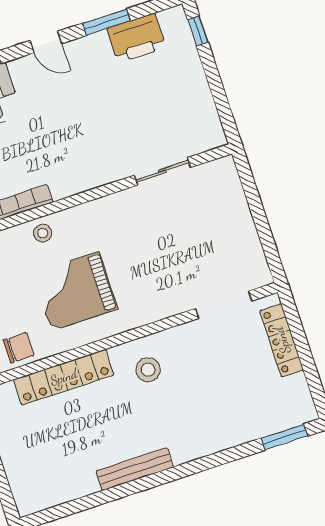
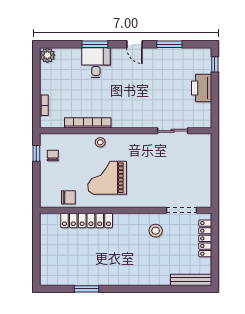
printer: (136, 38) -> (202, 88), moved, turned 90
stool: (148, 370) -> (156, 231), moved
window: (285, 437) -> (86, 289), moved
bench: (135, 469) -> (191, 280), moved

